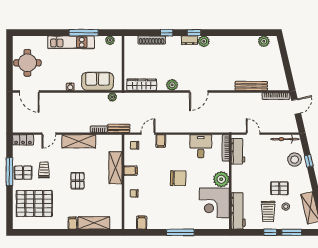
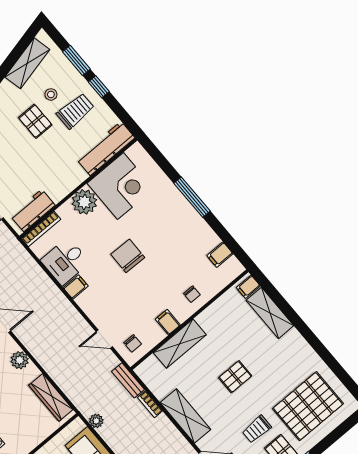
filing cabinet: (161, 141) -> (76, 287), moved
pallet: (34, 204) -> (308, 406), turned 90
filing cabinet: (73, 223) -> (248, 287), moved

